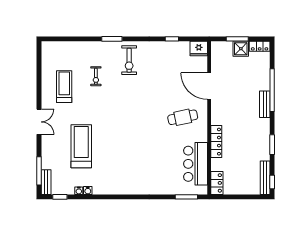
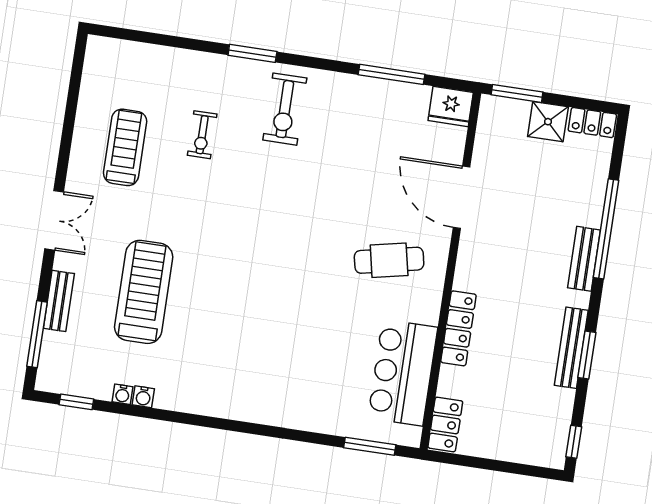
window: (172, 39) -> (392, 74), width x2.17
window: (237, 39) -> (517, 93), moved
bench: (265, 178) -> (571, 348), moved
bench: (46, 182) -> (59, 301), moved

